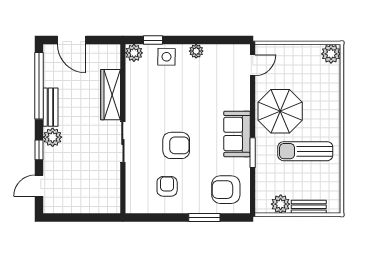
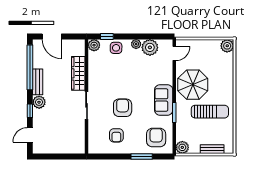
plant: (217, 56) -> (150, 47), added
armchair: (176, 145) -> (123, 108), turned -90
sun lounger: (305, 151) -> (210, 112), turned 180
armchair: (167, 186) -> (116, 135), turned 180
armchair: (226, 190) -> (156, 138), turned 90
plant: (281, 204) -> (182, 147), moved

